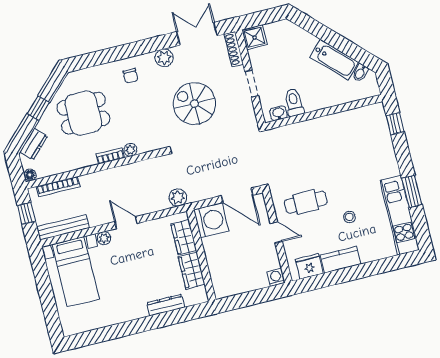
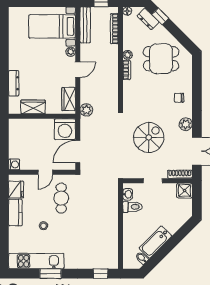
window: (38, 108) -> (160, 16), moved
dining table: (83, 113) -> (161, 59), turned 90
plant: (130, 150) -> (128, 55), moved
wardrobe: (184, 237) -> (69, 99), moved, turned -90

